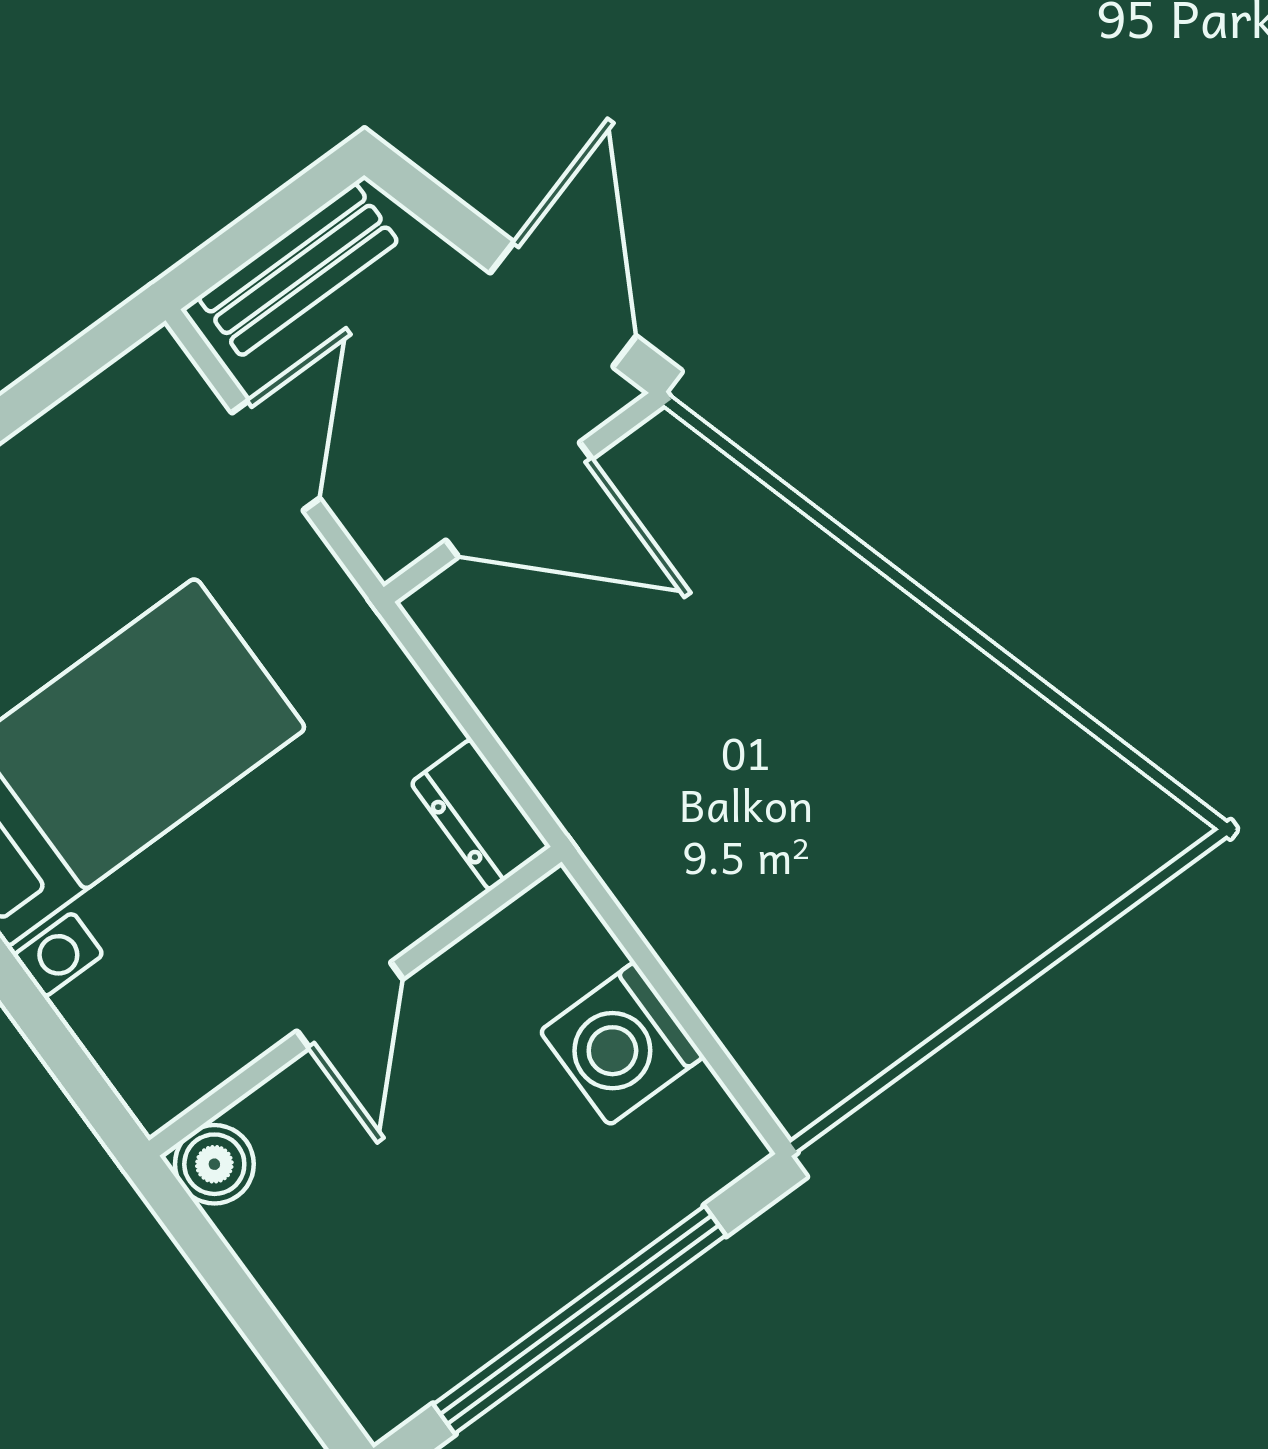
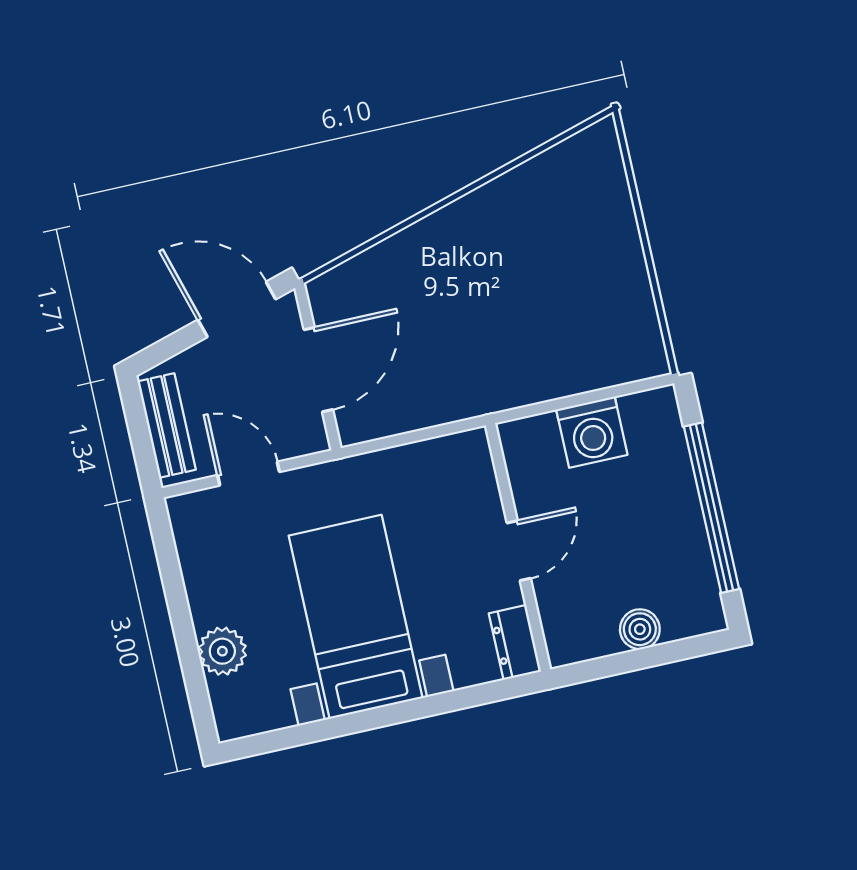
dresser: (480, 815) -> (515, 643), moved, turned 90
door: (350, 1005) -> (519, 551), hinge flipped
boiler: (214, 1164) -> (640, 629), moved

